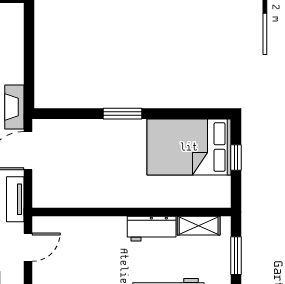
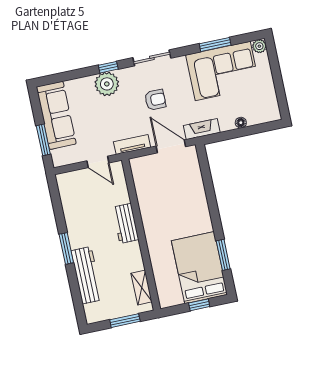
floor lamp: (17, 56) -> (241, 123), added
window: (122, 114) -> (223, 255), moved
workbench: (152, 229) -> (126, 223), moved

